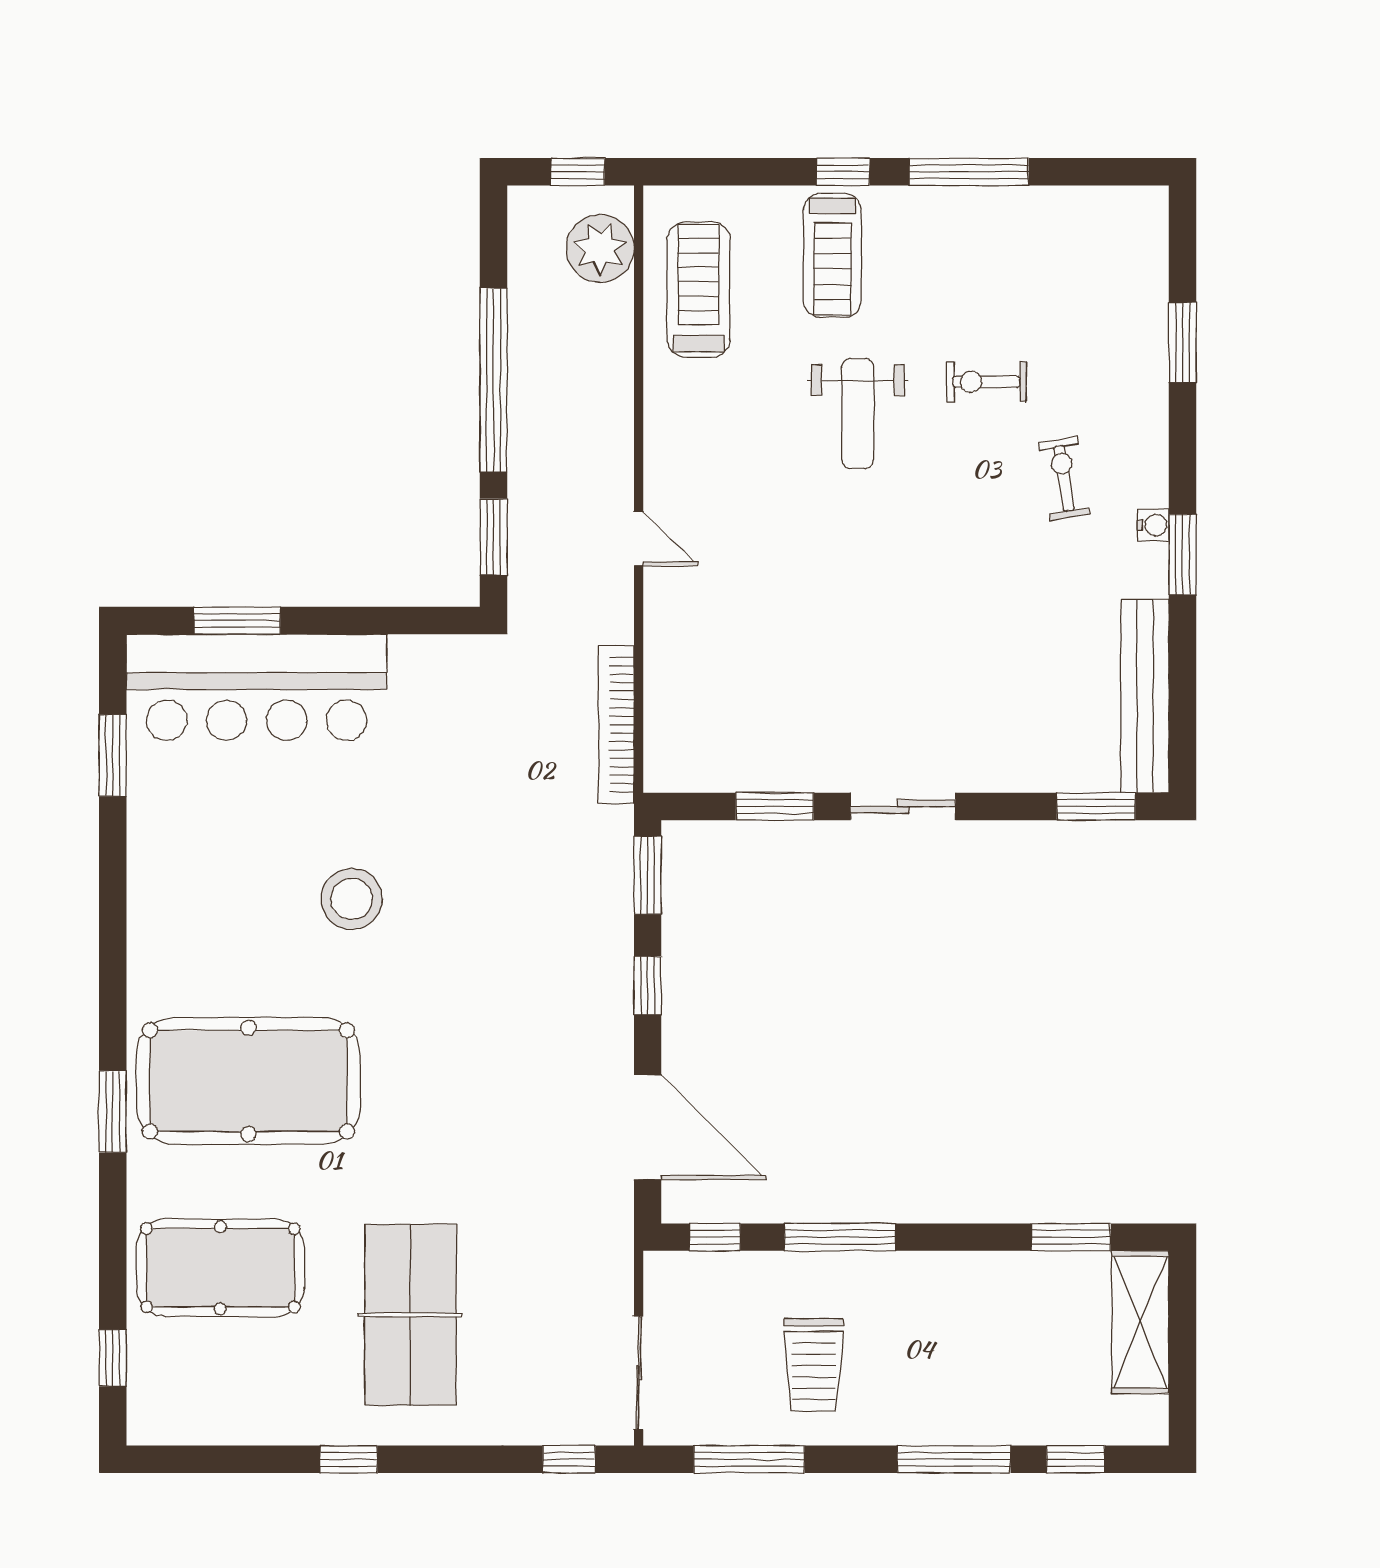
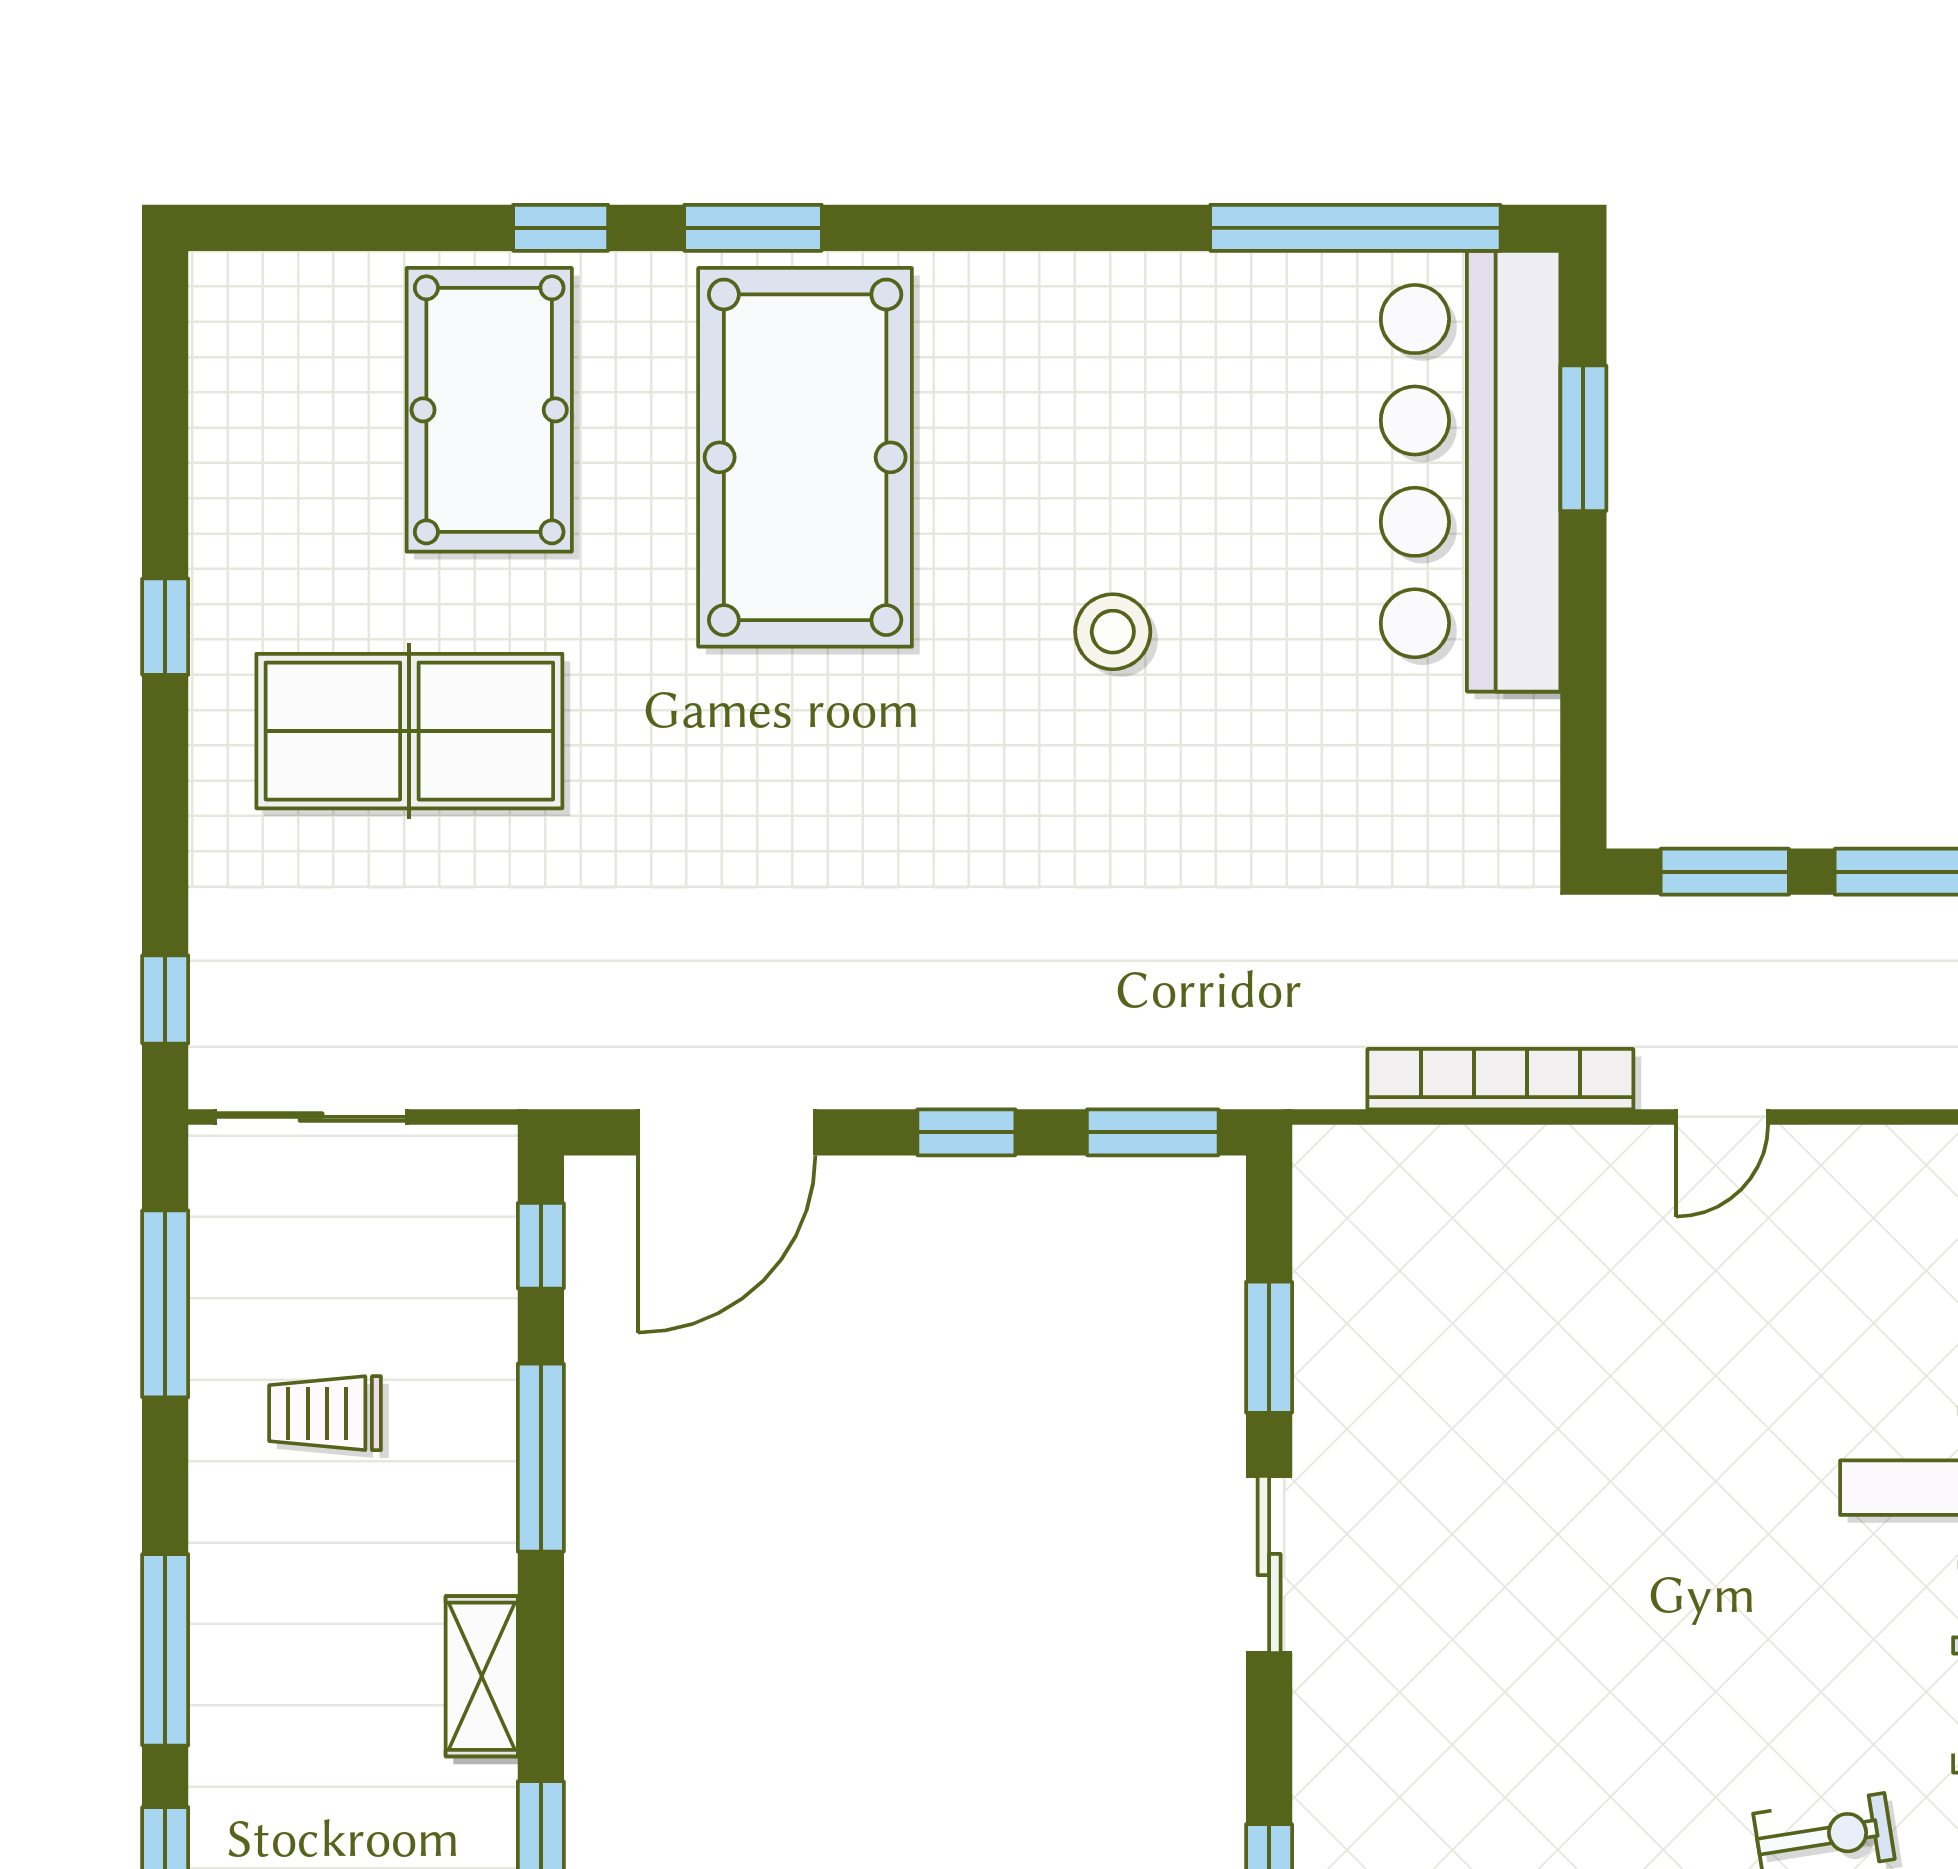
bookcase: (616, 725) -> (1500, 1079), moved
window: (113, 755) -> (1355, 228), width x2.11
stool: (352, 899) -> (1113, 632), width x0.73, depth x0.73
shelving: (969, 1272) -> (482, 1676), added
window: (113, 1358) -> (561, 228), moved
trolley: (814, 1365) -> (325, 1413), width x0.73, depth x0.72

